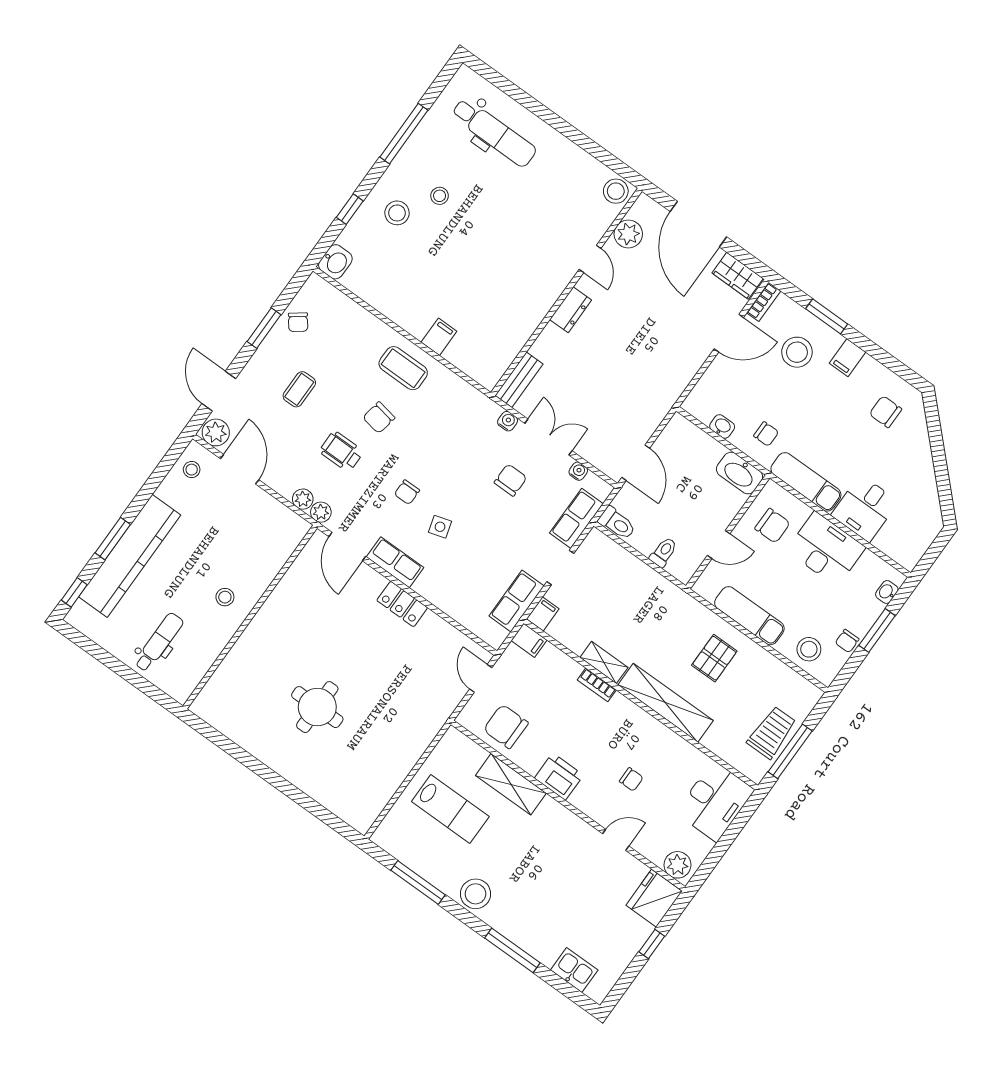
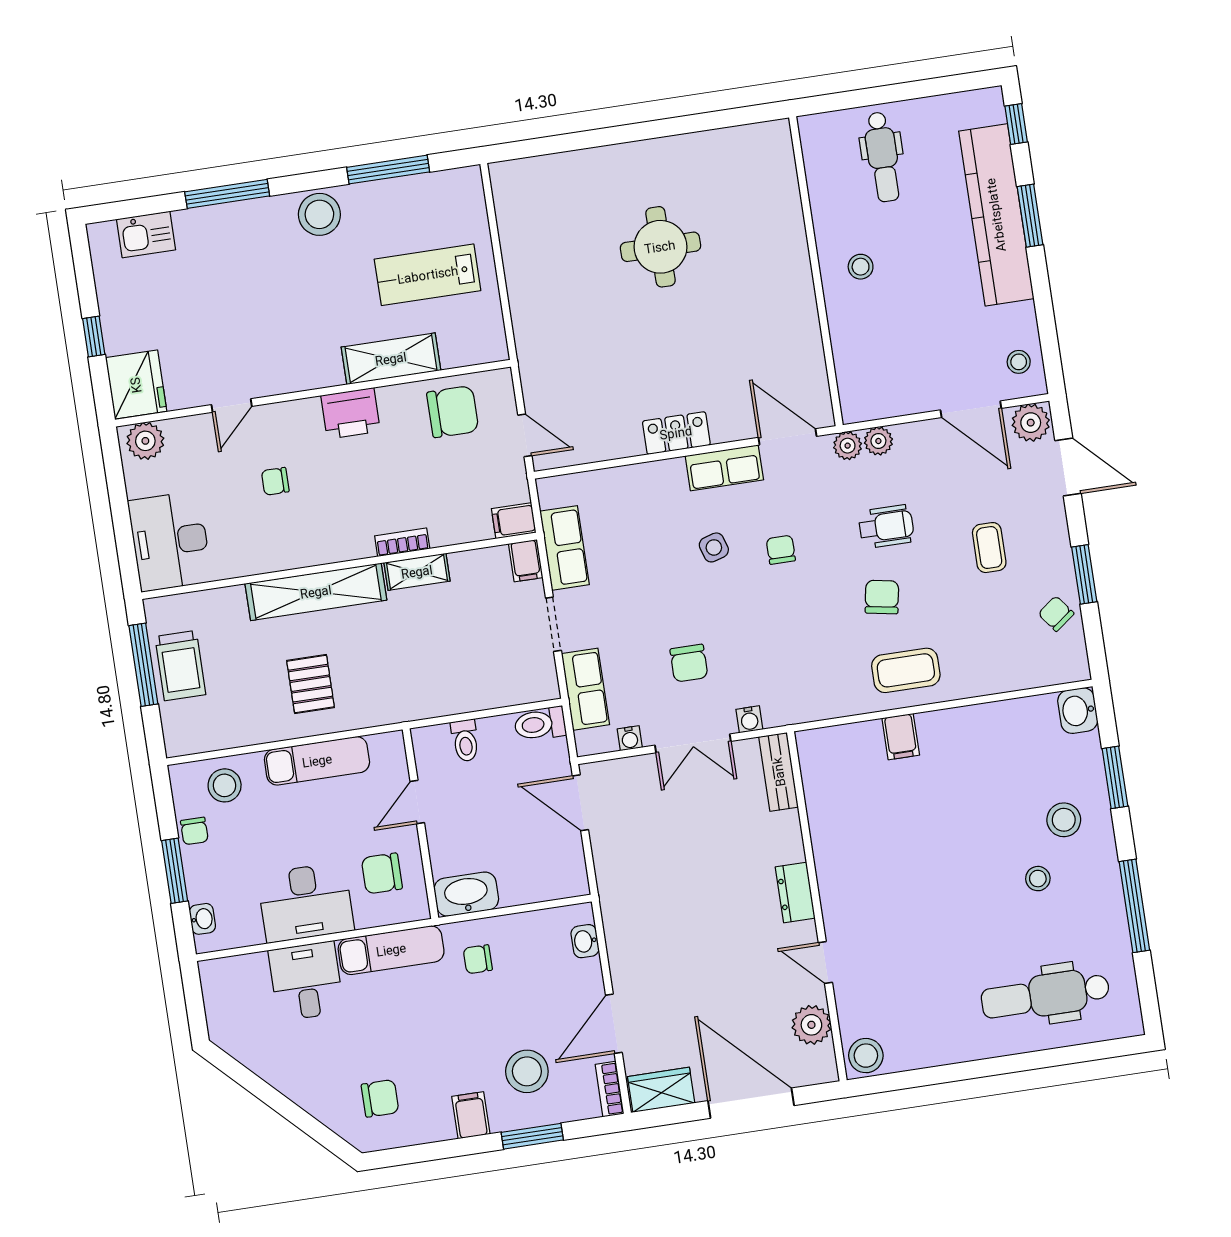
window: (350, 209) -> (1115, 777), width x1.50
washbasin: (722, 426) -> (585, 941), moved, turned 90
chair: (847, 641) -> (194, 831), turned 180

